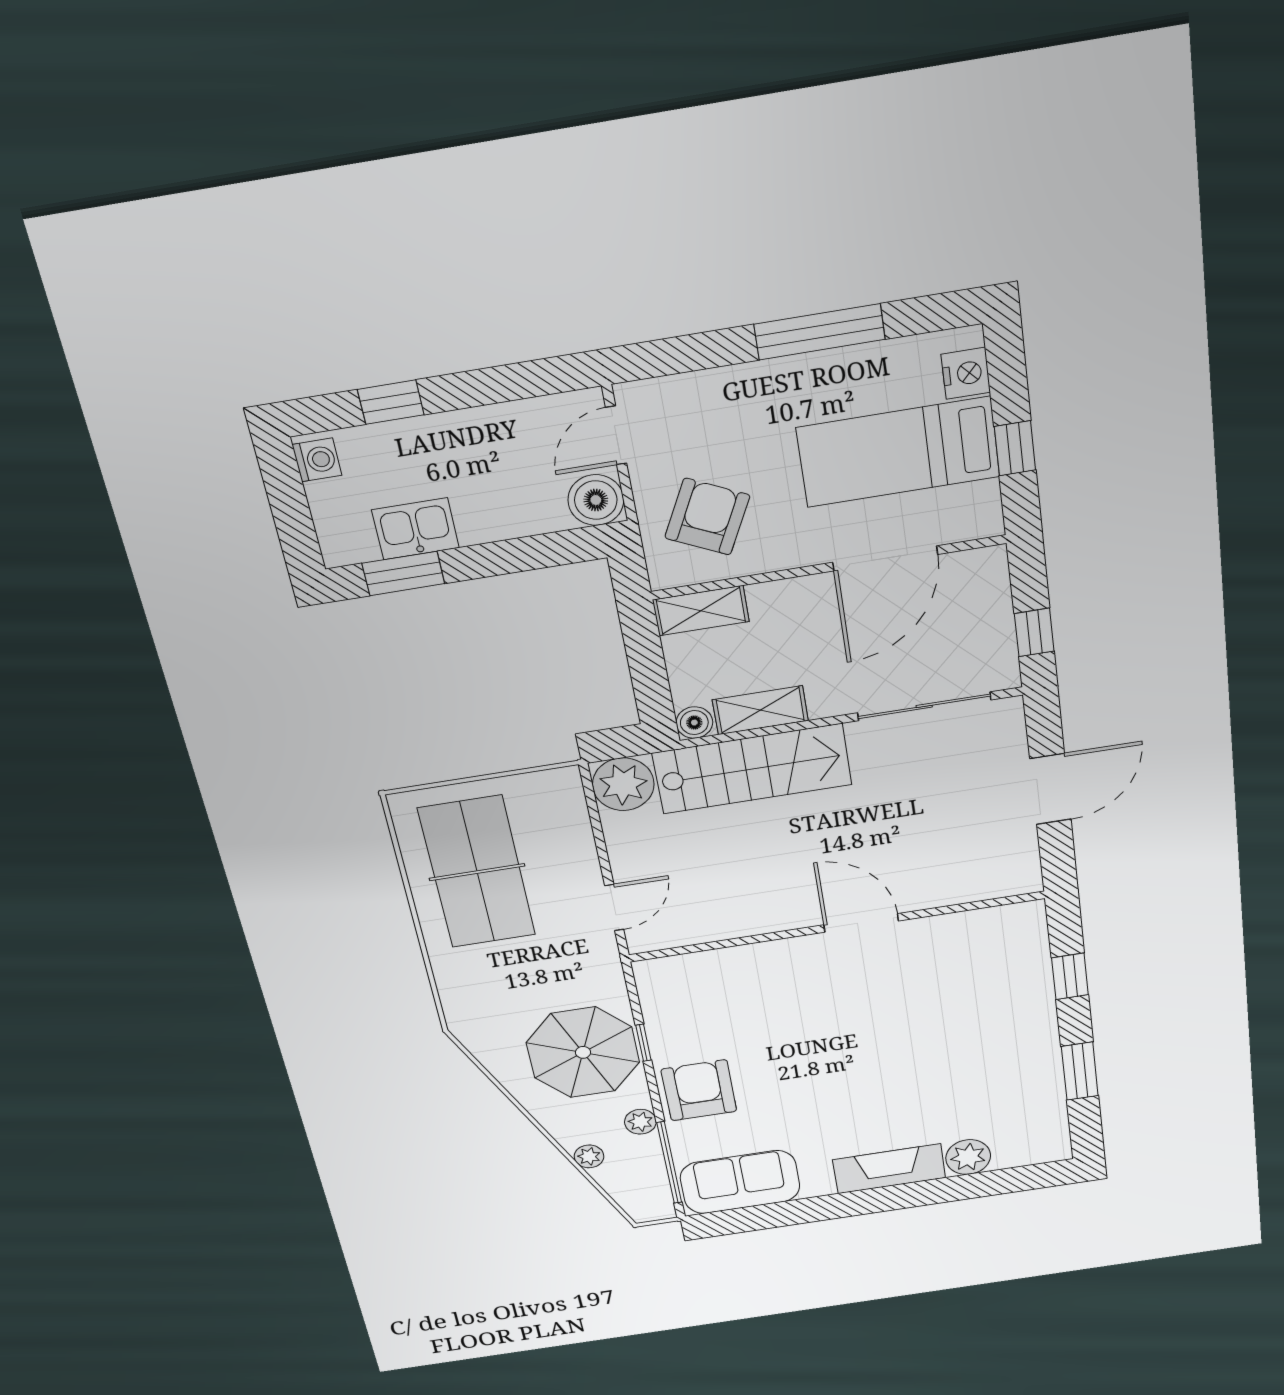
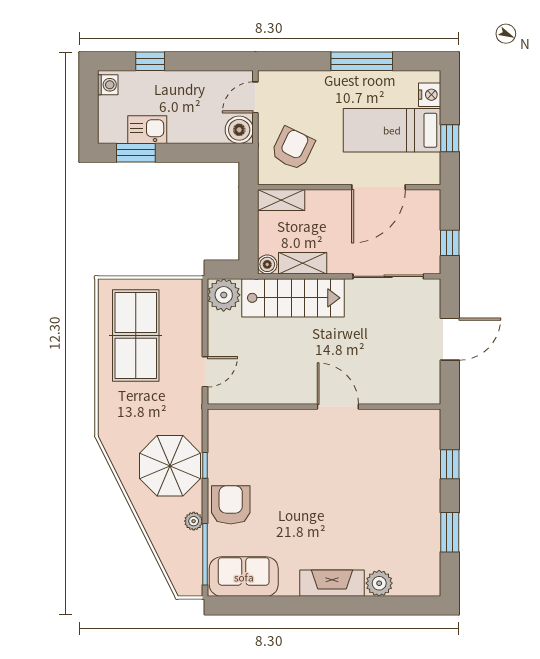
plant: (589, 1156) -> (160, 541), removed

